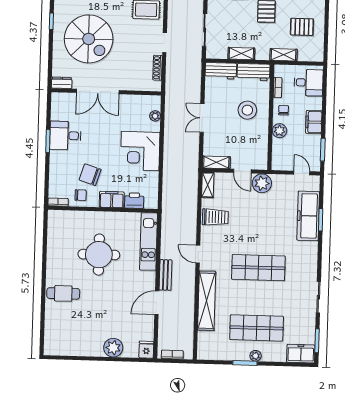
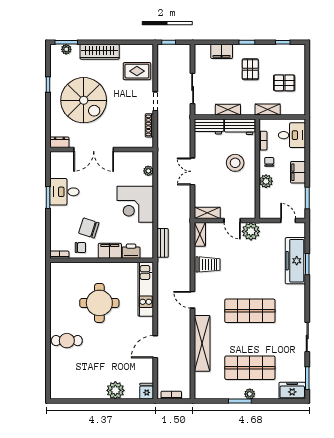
bench: (166, 275) -> (163, 243), moved

